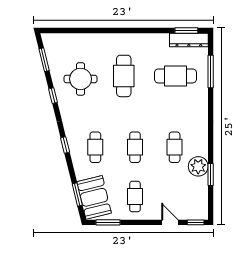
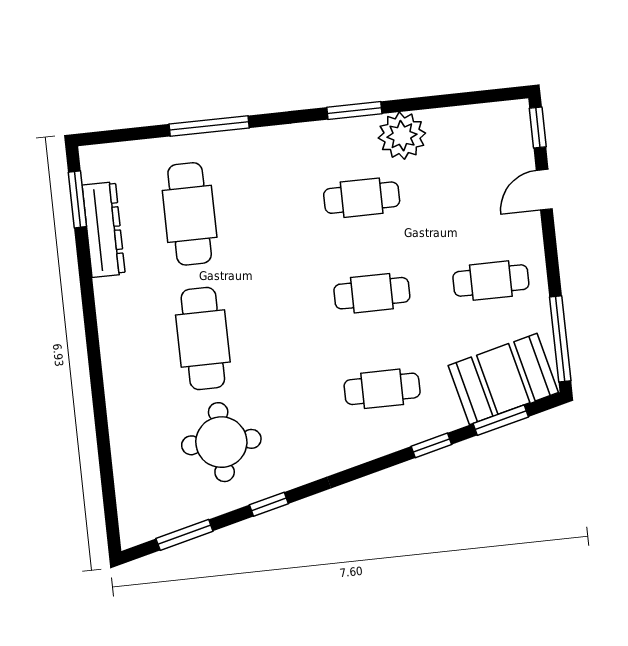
dresser: (189, 40) -> (104, 230), moved
window: (211, 71) -> (209, 126), moved
cafe table: (124, 76) -> (203, 339), turned 90
window: (65, 145) -> (431, 445), moved
window: (211, 175) -> (354, 110), moved
window: (108, 222) -> (560, 339), width x1.44

